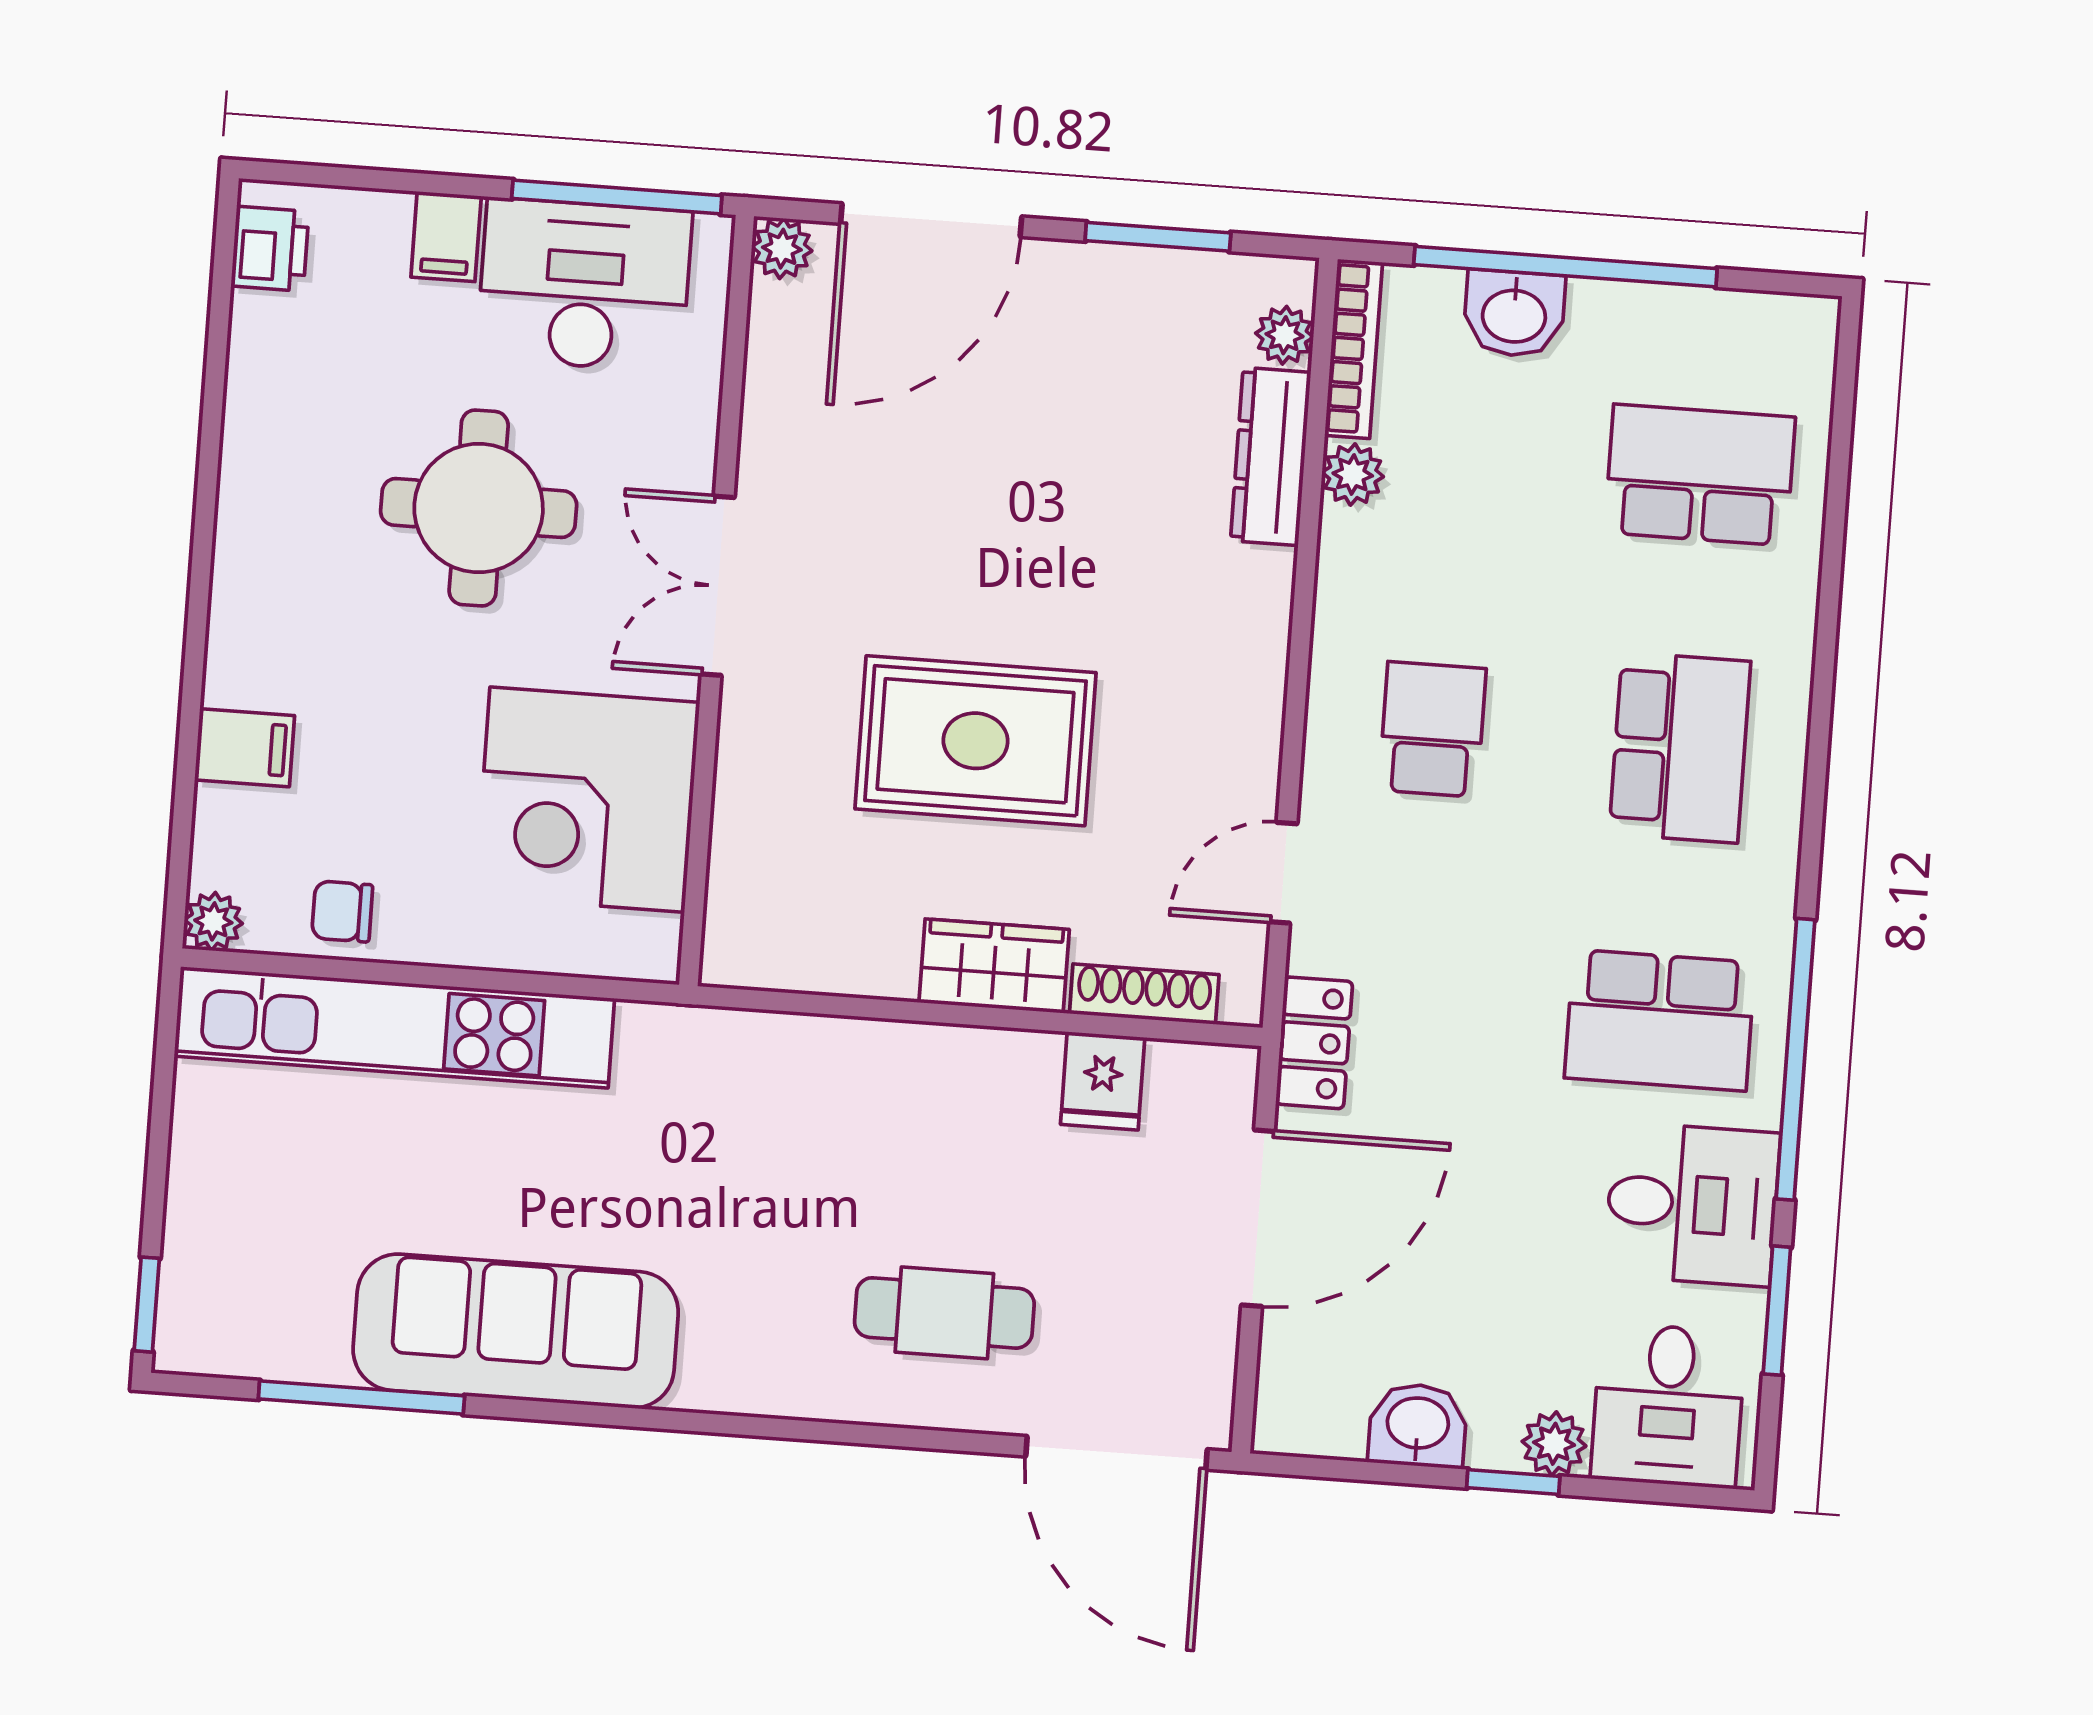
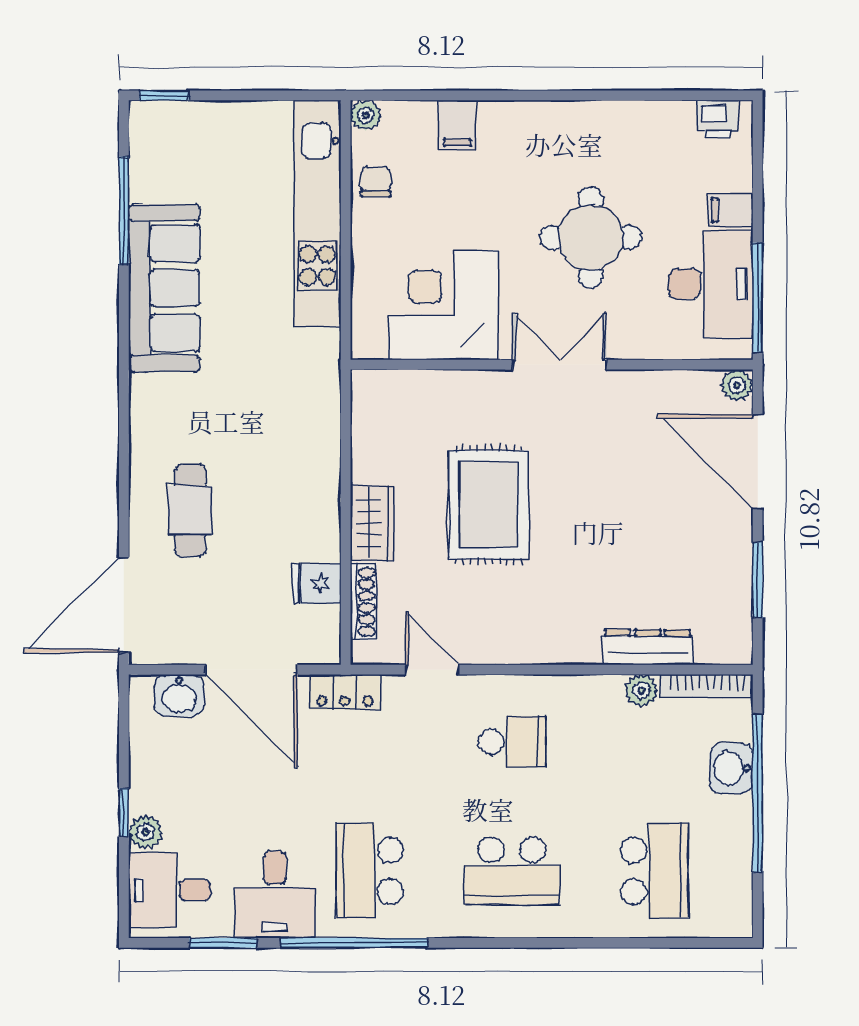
plant: (1285, 335) -> (711, 650), removed
washbasin: (1418, 1425) -> (179, 695), moved, turned 90

